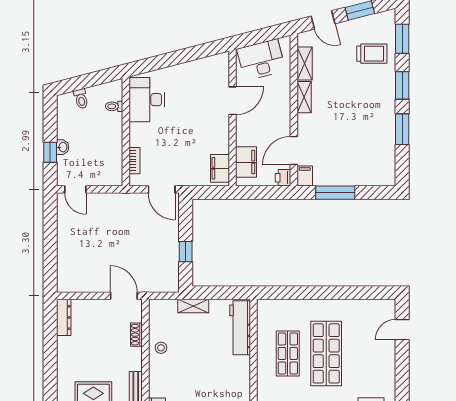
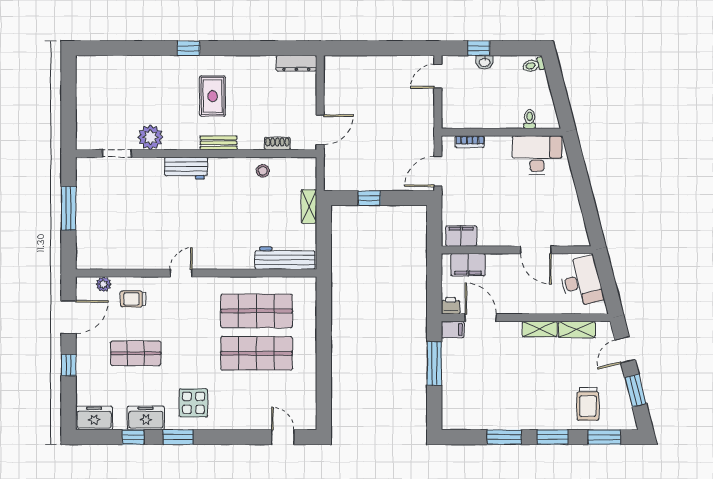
toilet: (81, 99) -> (533, 65), moved
shop shelf: (288, 353) -> (257, 311), width x1.43, depth x1.36

